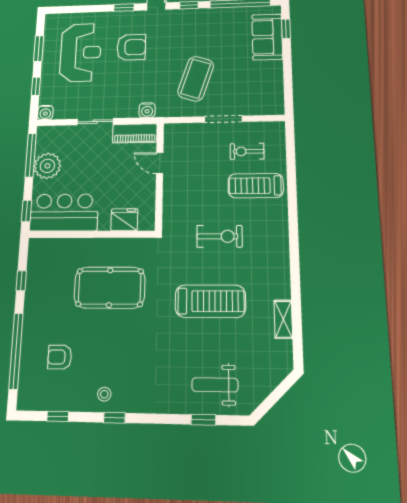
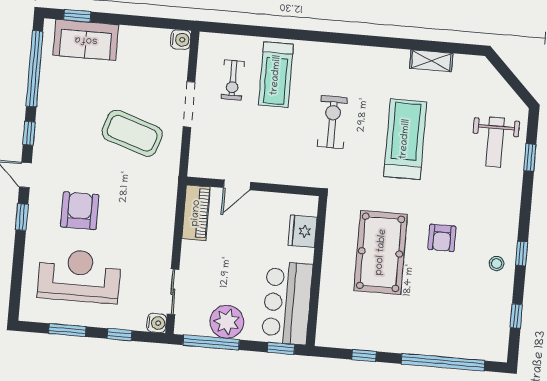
water cooler: (147, 110) -> (181, 40), moved
sliding door: (95, 122) -> (173, 292), moved
armchair: (60, 357) -> (442, 238), moved

